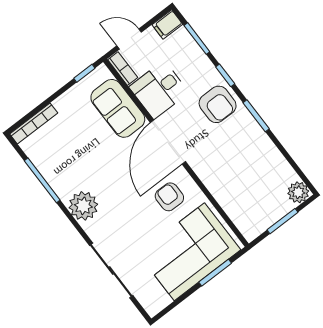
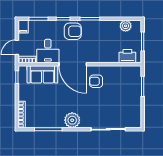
plant: (298, 192) -> (126, 26), moved
printer: (243, 215) -> (127, 56), added
corner sofa: (189, 252) -> (125, 90), removed

